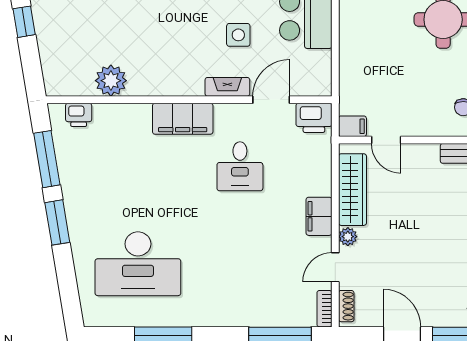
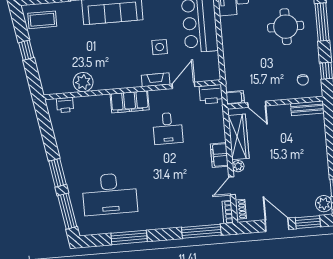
window: (47, 159) -> (67, 211), moved

